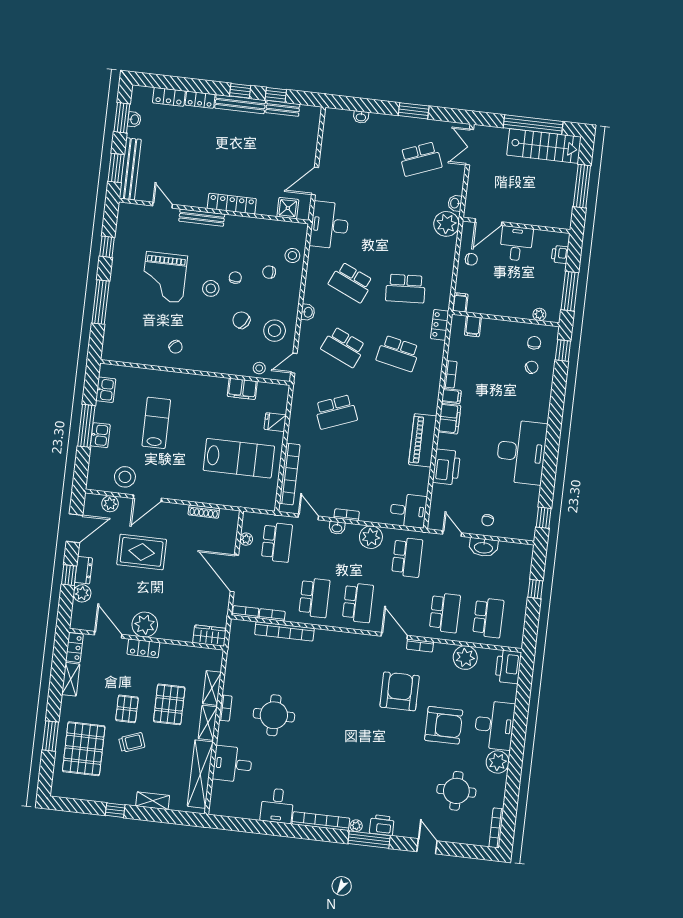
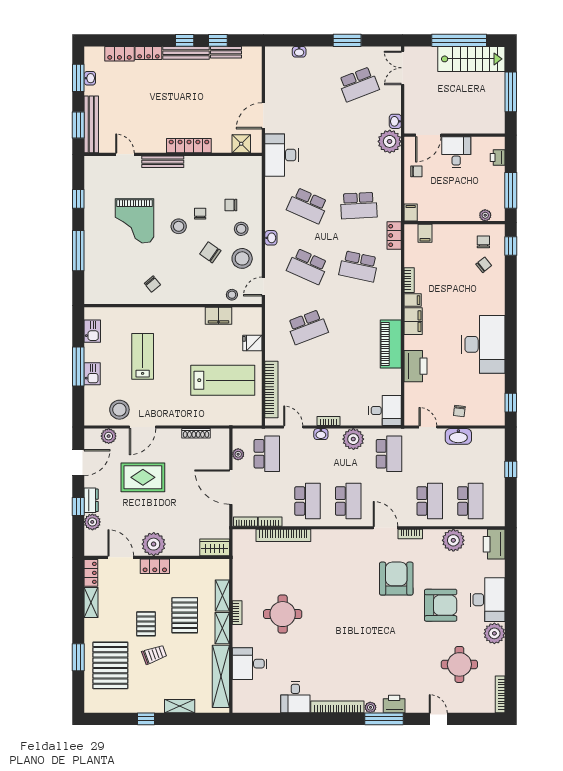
stool: (292, 255) -> (241, 229), moved

